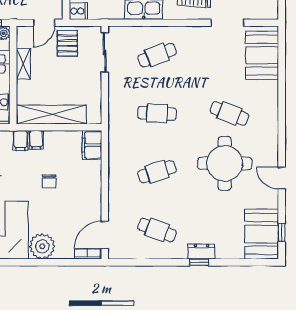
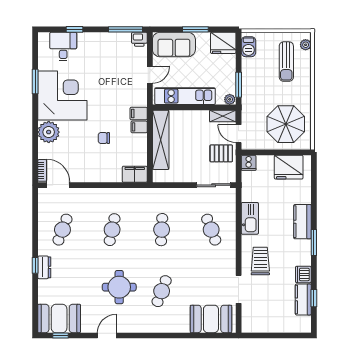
shelving: (23, 64) -> (223, 116), moved
round table: (225, 163) -> (119, 287), width x0.73, depth x0.73
cafe table: (157, 172) -> (112, 230), turned 30

